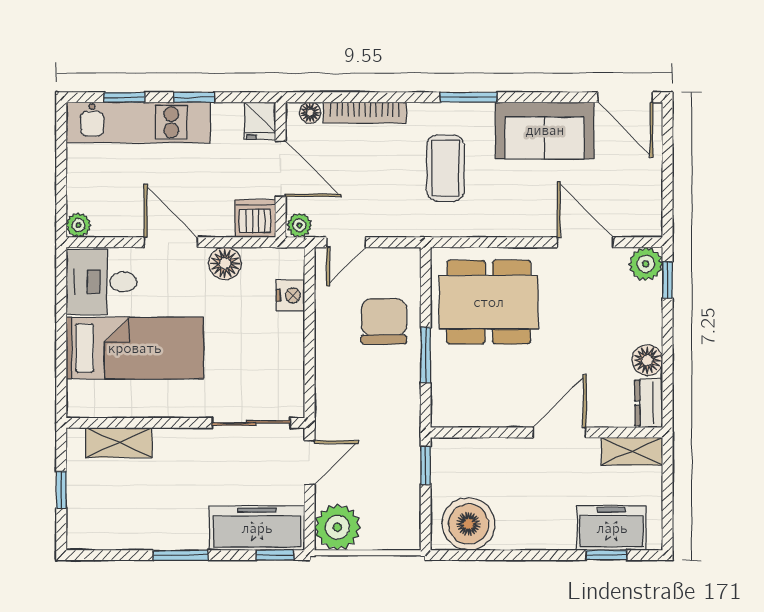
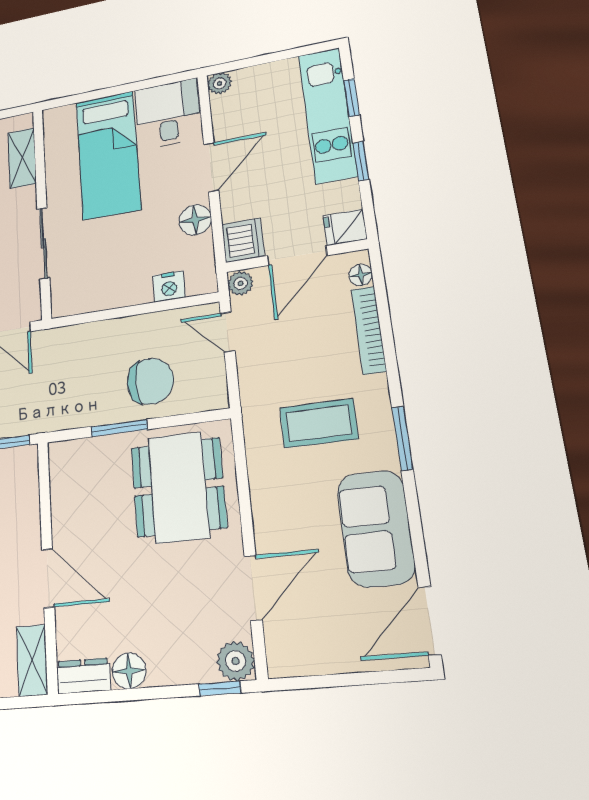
sliding door: (251, 423) -> (43, 243), moved

